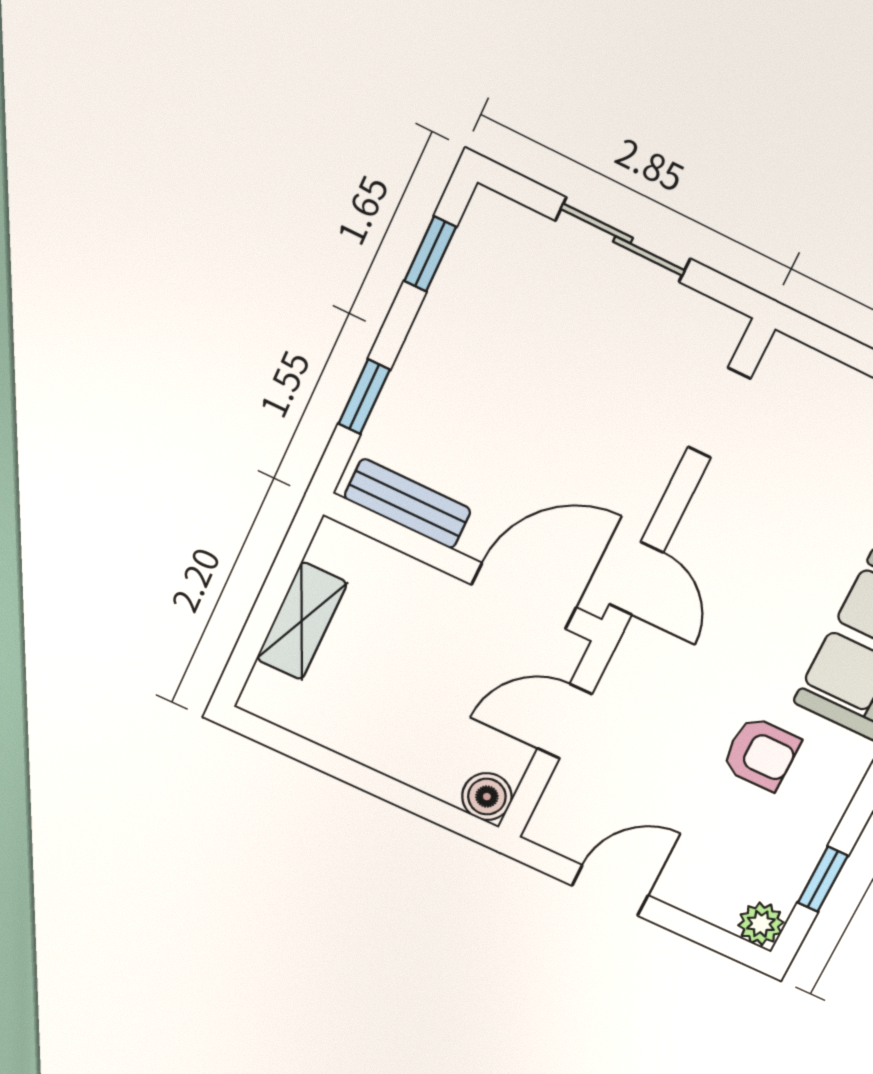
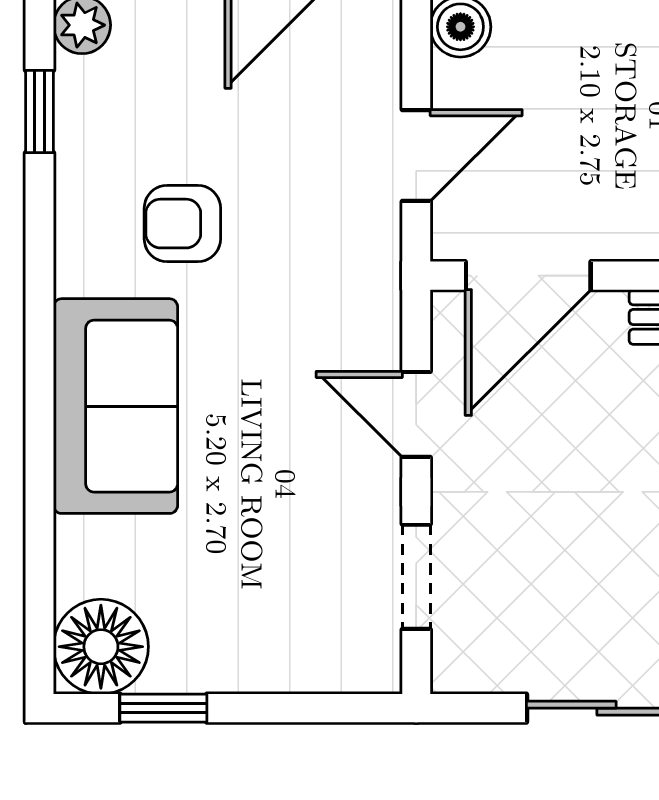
door: (636, 578) -> (416, 414), moved

